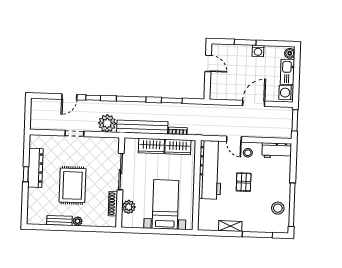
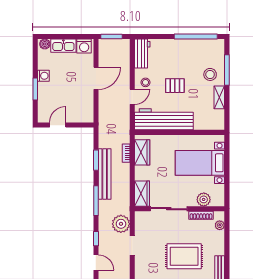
door: (254, 103) -> (96, 78), swing flipped
bench: (142, 127) -> (105, 174), moved
doorway: (74, 133) -> (132, 246), moved
wardrobe: (151, 146) -> (142, 194), moved
stool: (278, 208) -> (210, 74), moved
plant: (78, 221) -> (220, 225), moved

